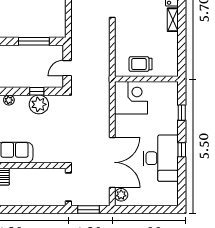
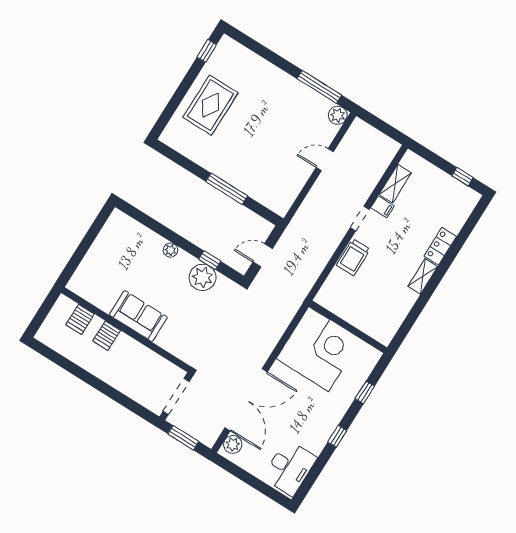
window: (34, 41) -> (227, 189), moved
trolley: (141, 64) -> (353, 257), moved, turned -90
corner desk: (131, 98) -> (319, 349), width x1.36, depth x1.36
desk: (161, 158) -> (290, 468), moved, width x0.73, depth x0.77

